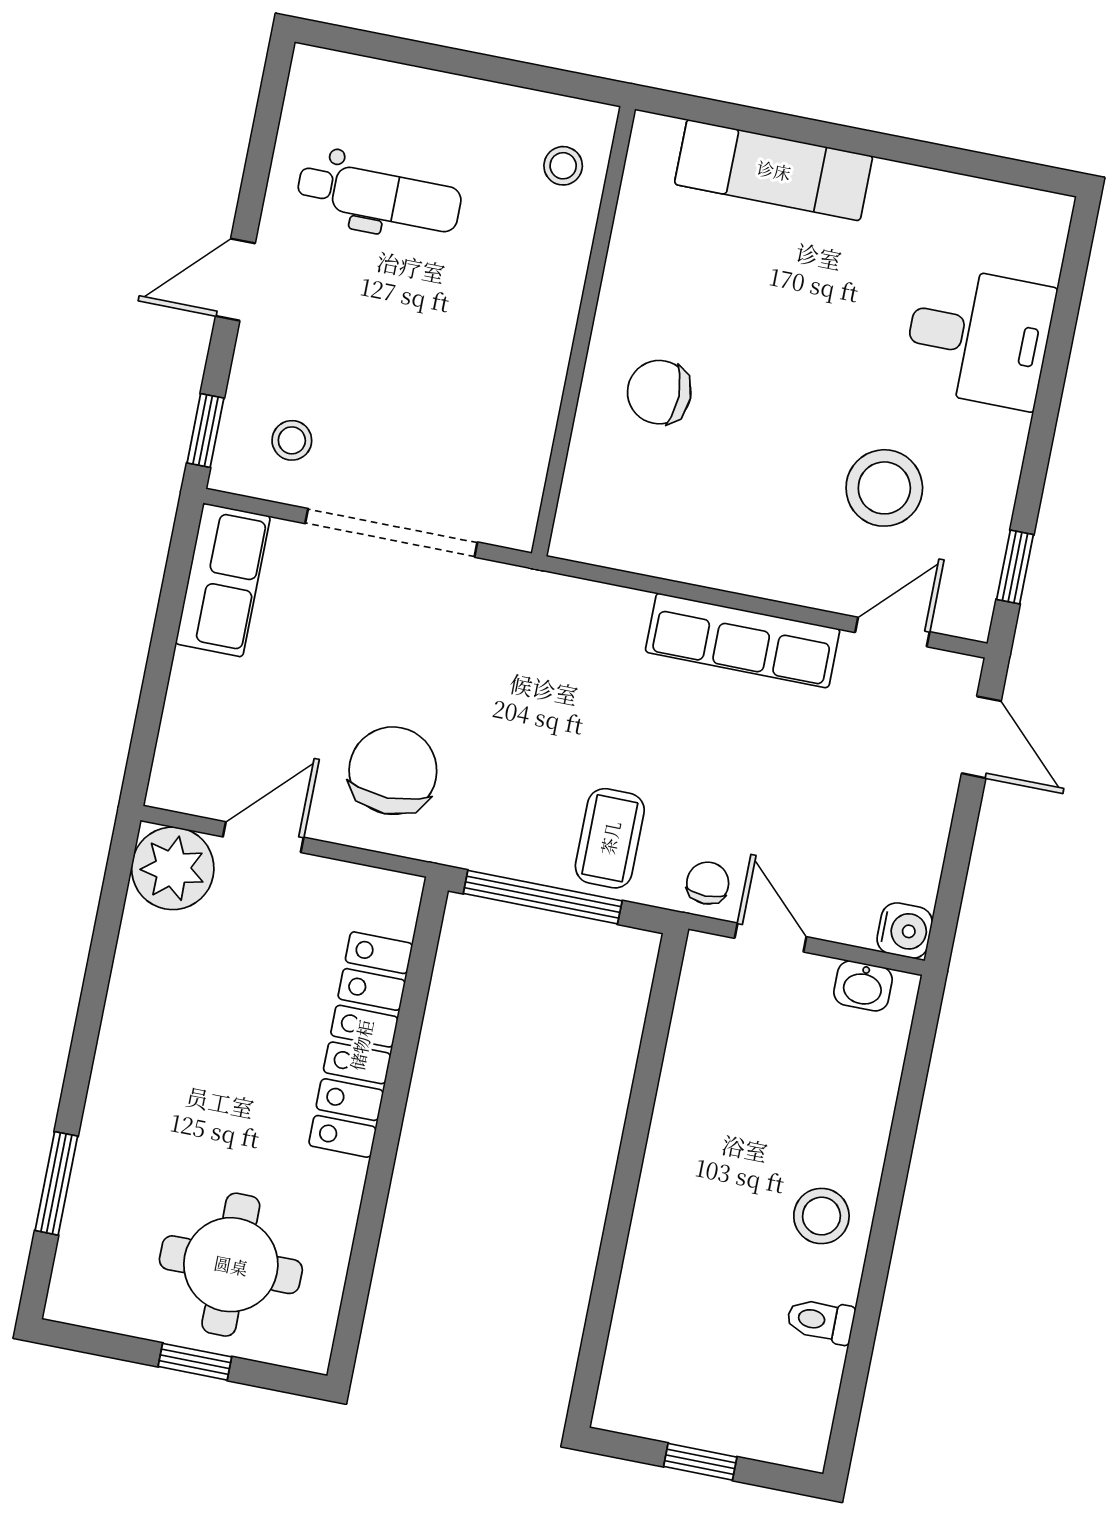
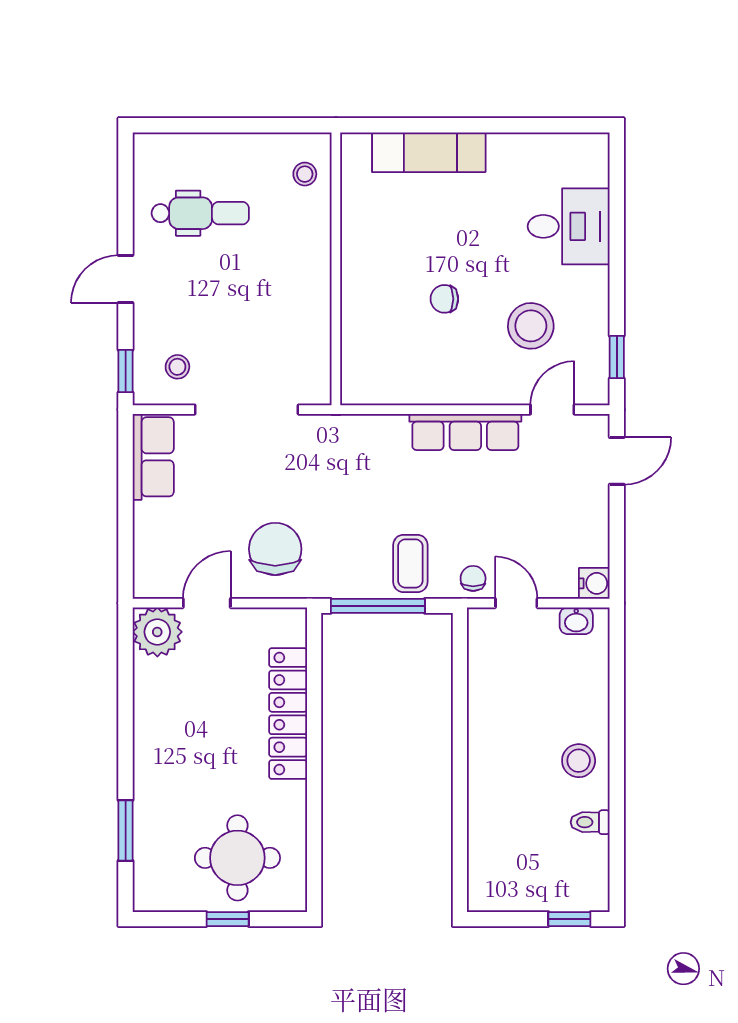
chair: (659, 392) -> (444, 299), moved, width x0.73, depth x0.73
door: (981, 737) -> (617, 461), hinge flipped
window: (700, 1462) -> (569, 919), moved

